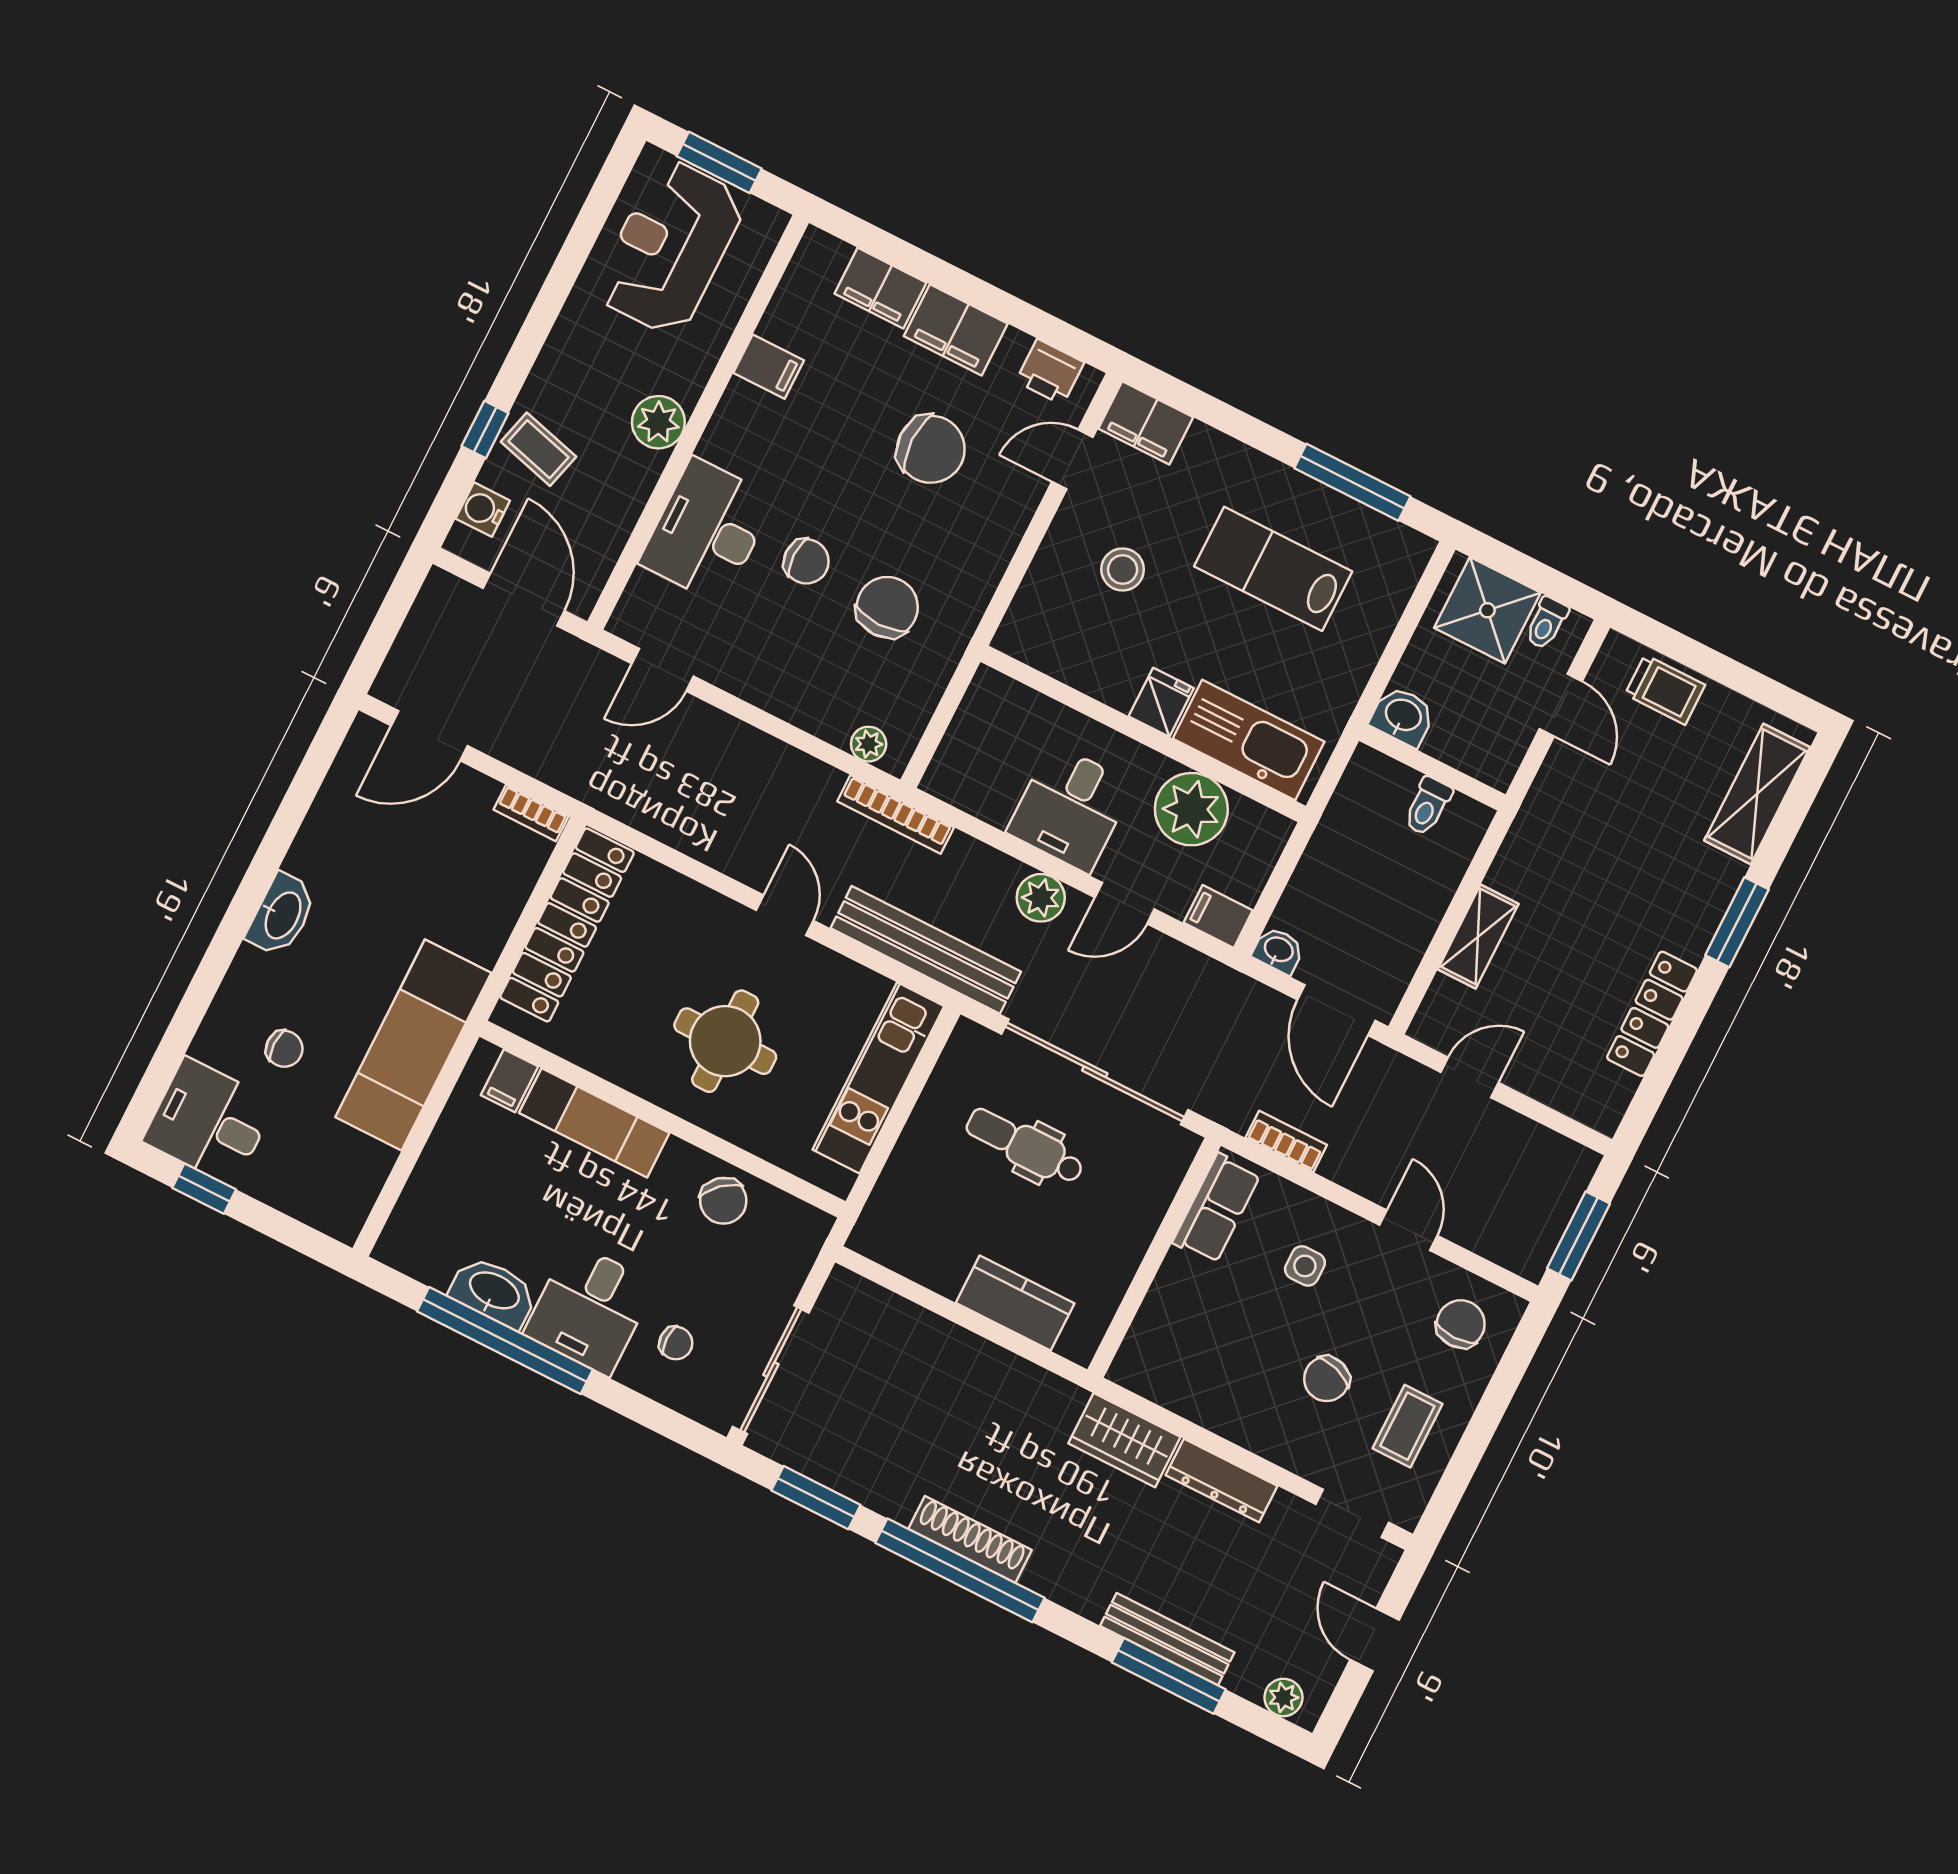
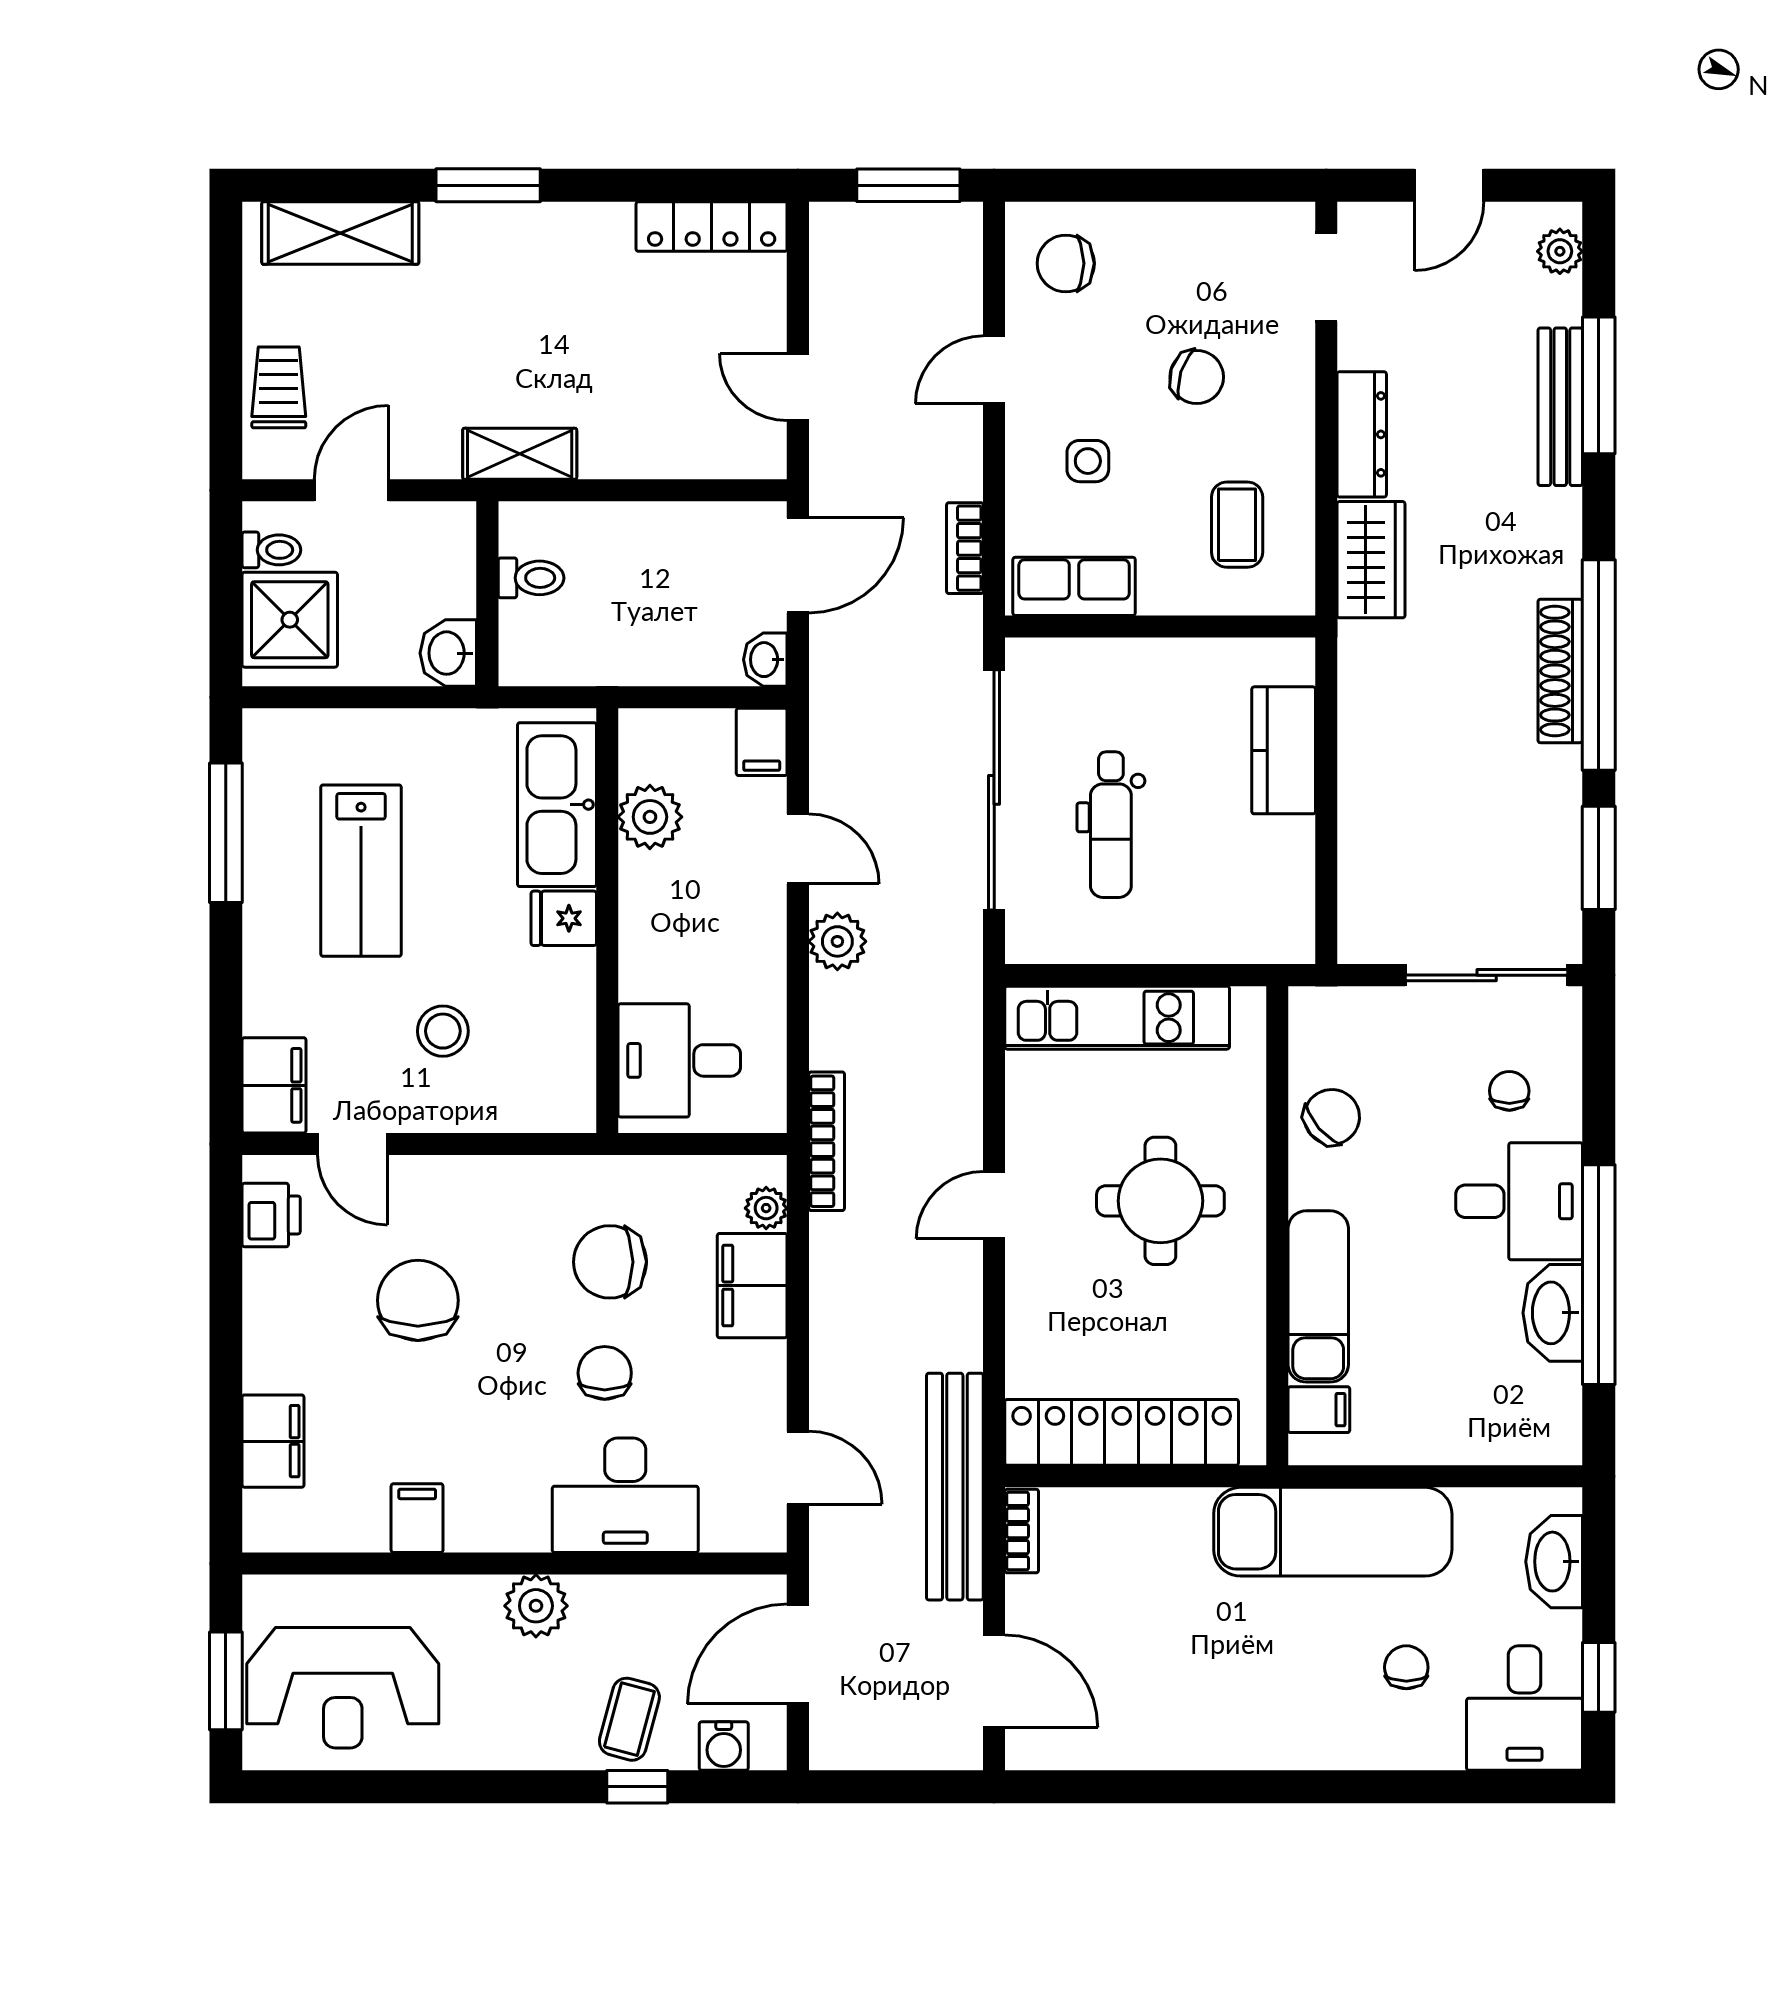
filing cabinet: (956, 330) -> (752, 1286), moved, turned 180
desk: (1070, 808) -> (679, 1060), moved, turned 180
plant: (1191, 809) -> (650, 817), width x0.73, depth x0.73
washbasin: (282, 915) -> (1554, 1562), moved, turned -90
shelving: (1478, 937) -> (520, 454), moved
bench: (926, 950) -> (955, 1487), moved
locker: (1652, 1014) -> (712, 227), moved
coffee table: (1407, 1426) -> (1237, 525), moved, turned 90

